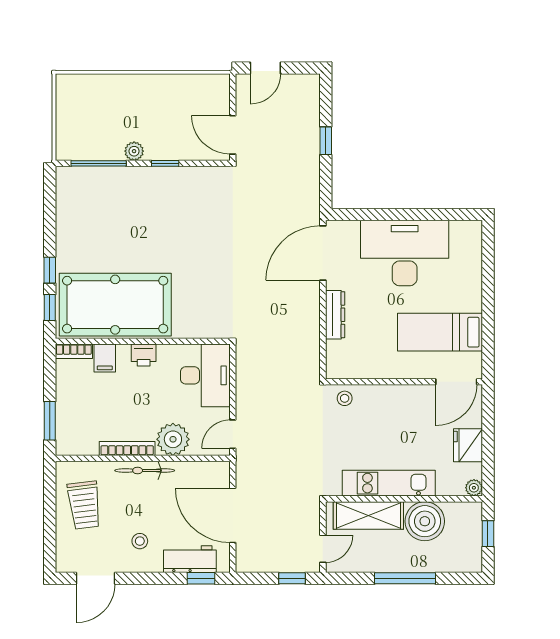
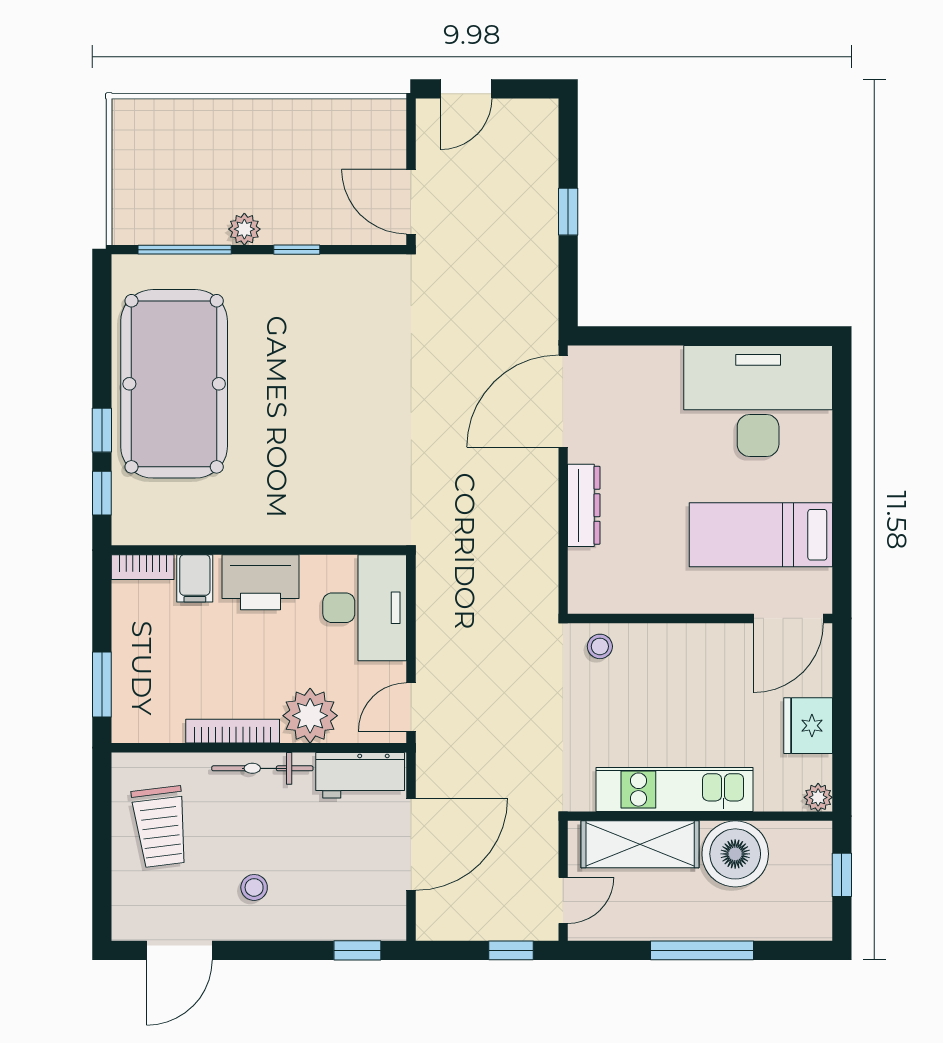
desk: (405, 253) -> (758, 401), moved
pool table: (115, 305) -> (174, 384), moved, turned 90
printer: (144, 355) -> (261, 582), width x1.87, depth x1.48
door: (233, 515) -> (411, 844), swing flipped
workbench: (190, 559) -> (360, 775), moved, turned 180

